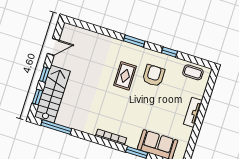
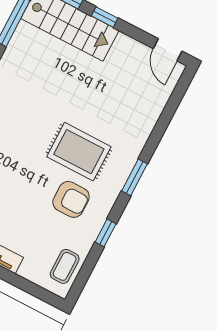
door: (53, 47) -> (168, 50), moved
rug: (125, 76) -> (79, 152), width x1.36, depth x1.43

